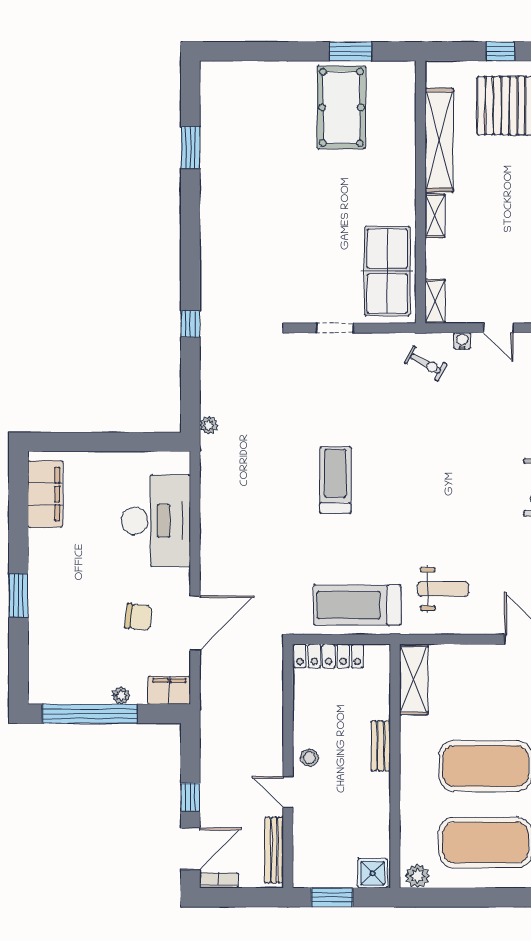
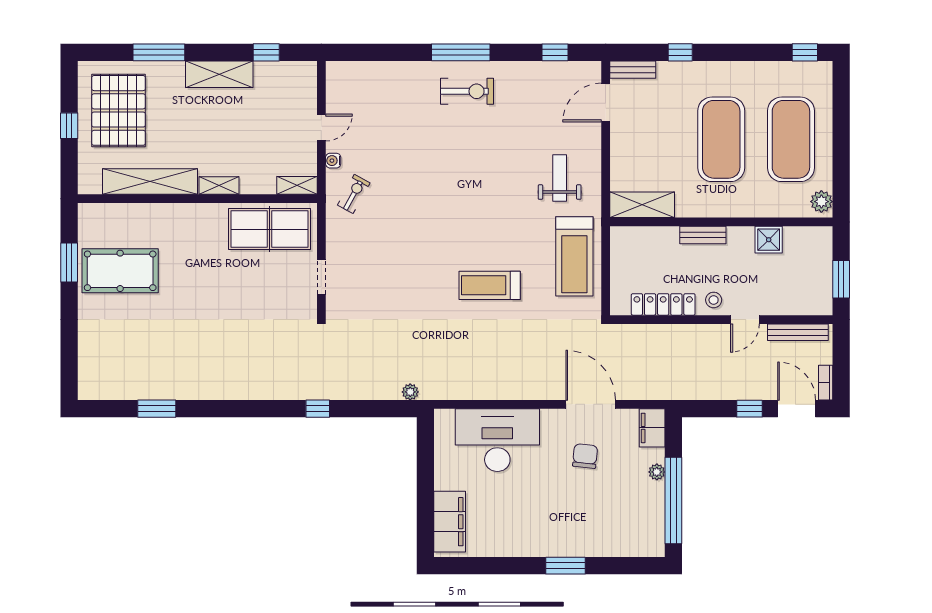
treadmill: (335, 480) -> (490, 285), moved
filing cabinet: (45, 494) -> (450, 522), moved, turned 90
locker: (329, 656) -> (663, 304), moved, turned -90
shower: (373, 873) -> (769, 240), moved

